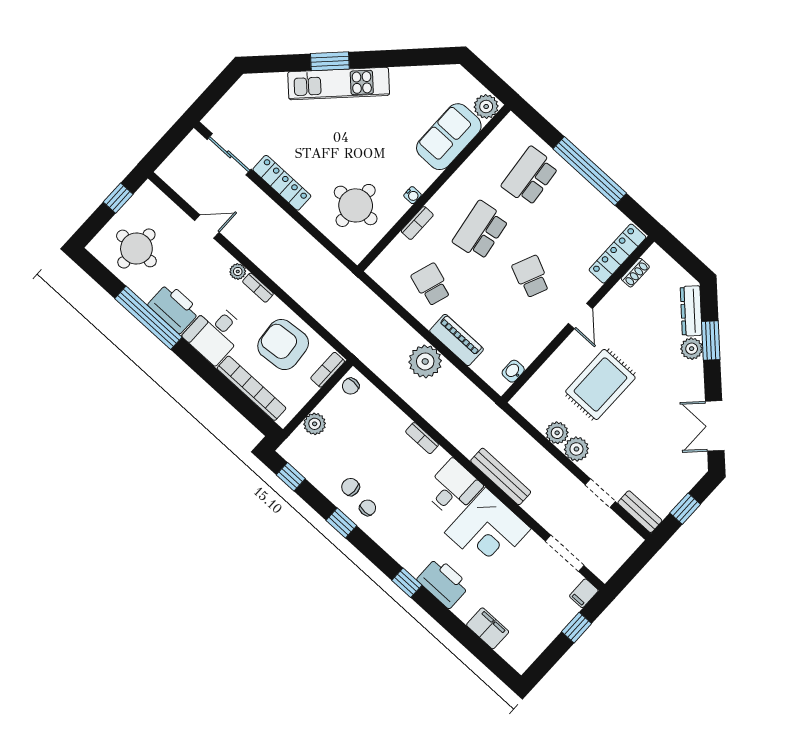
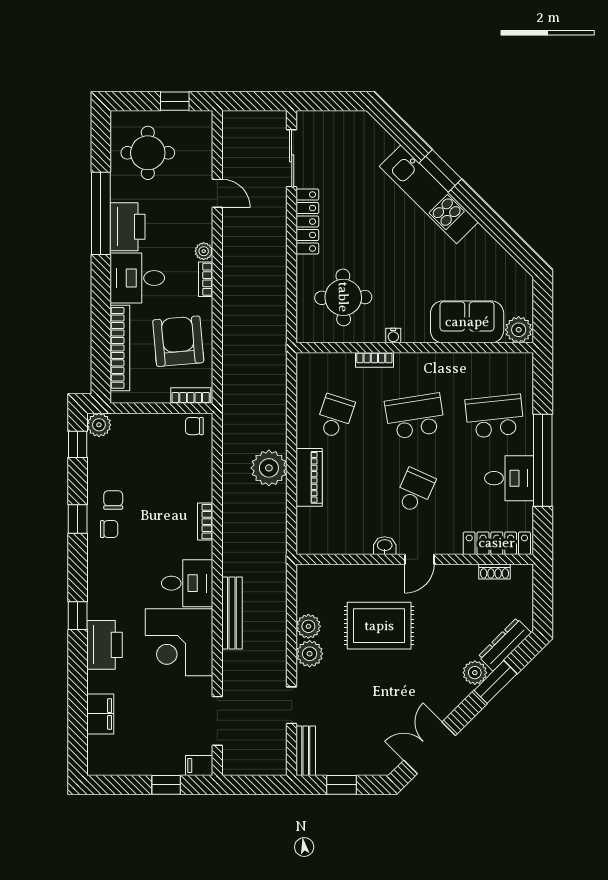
desk: (581, 205) -> (509, 478), added
washbasin: (513, 371) -> (385, 546), moved
plant: (315, 424) -> (99, 425), moved

